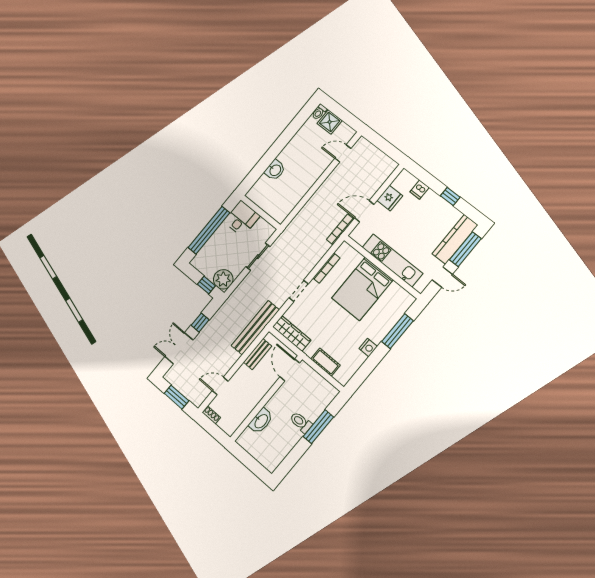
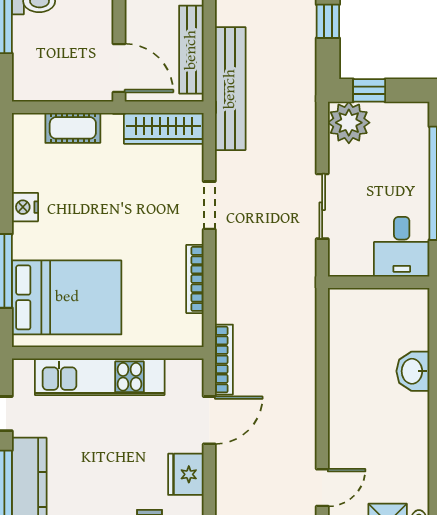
bed: (362, 289) -> (67, 297), moved, turned 90
bench: (258, 354) -> (191, 50), width x1.36

